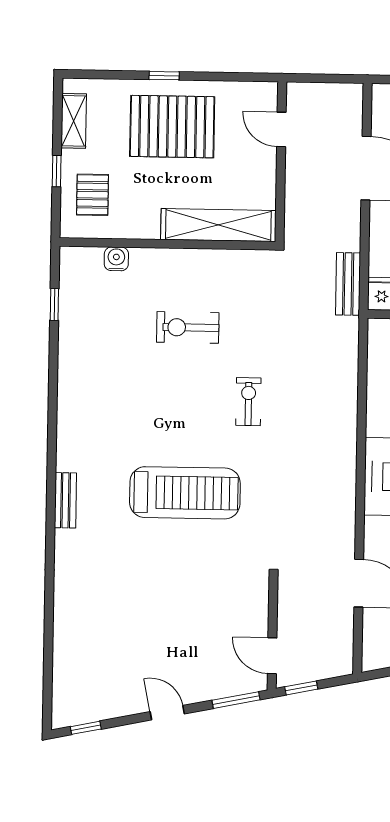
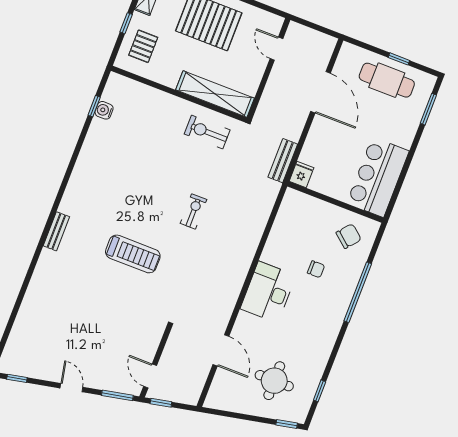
water cooler: (116, 259) -> (104, 110), moved, turned -90
exercise bike: (188, 327) -> (207, 132), moved
treadmill: (185, 493) -> (133, 254), width x0.73, depth x0.73

